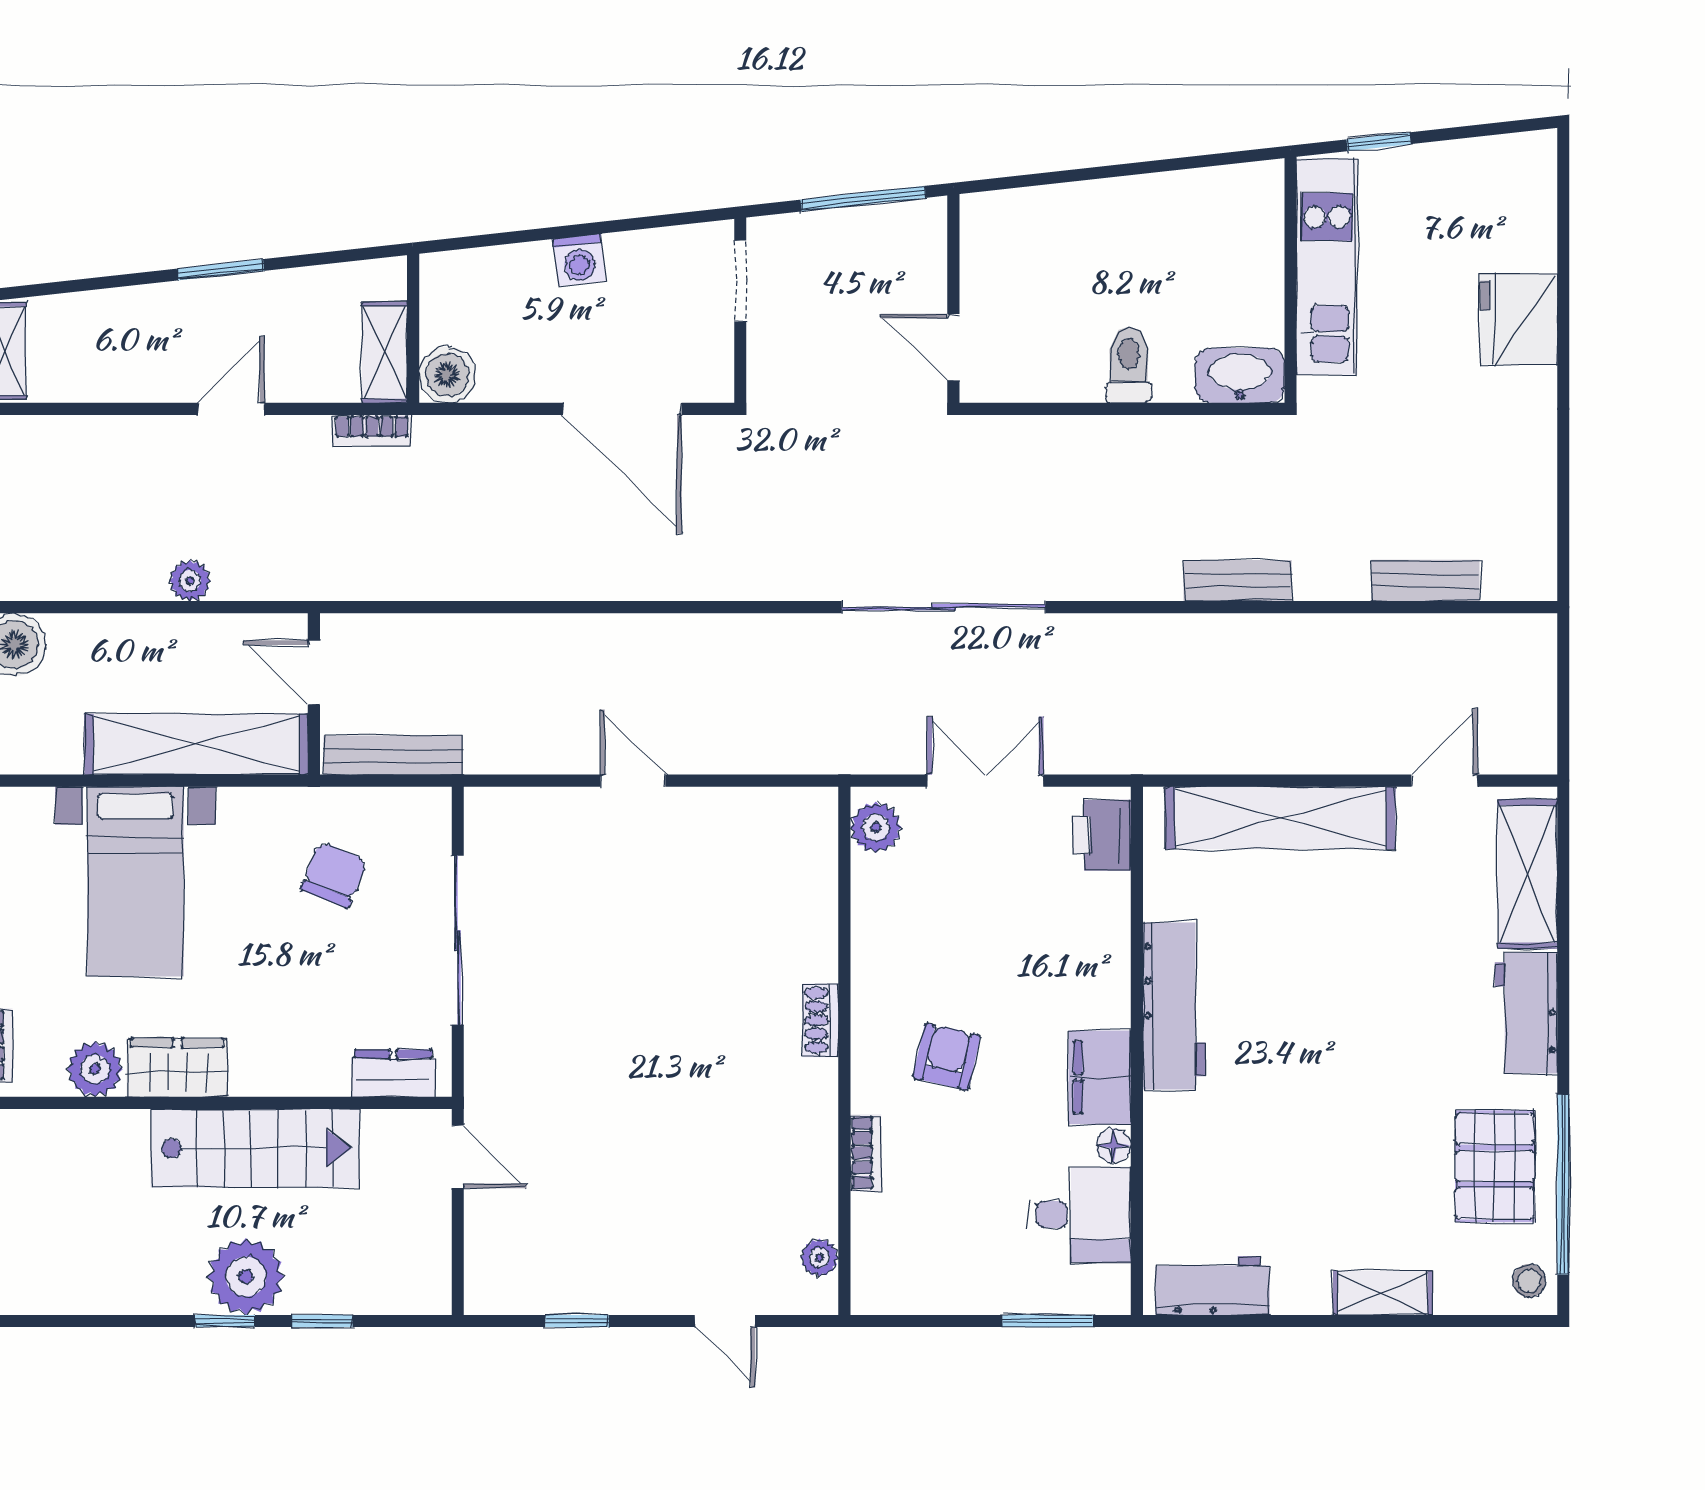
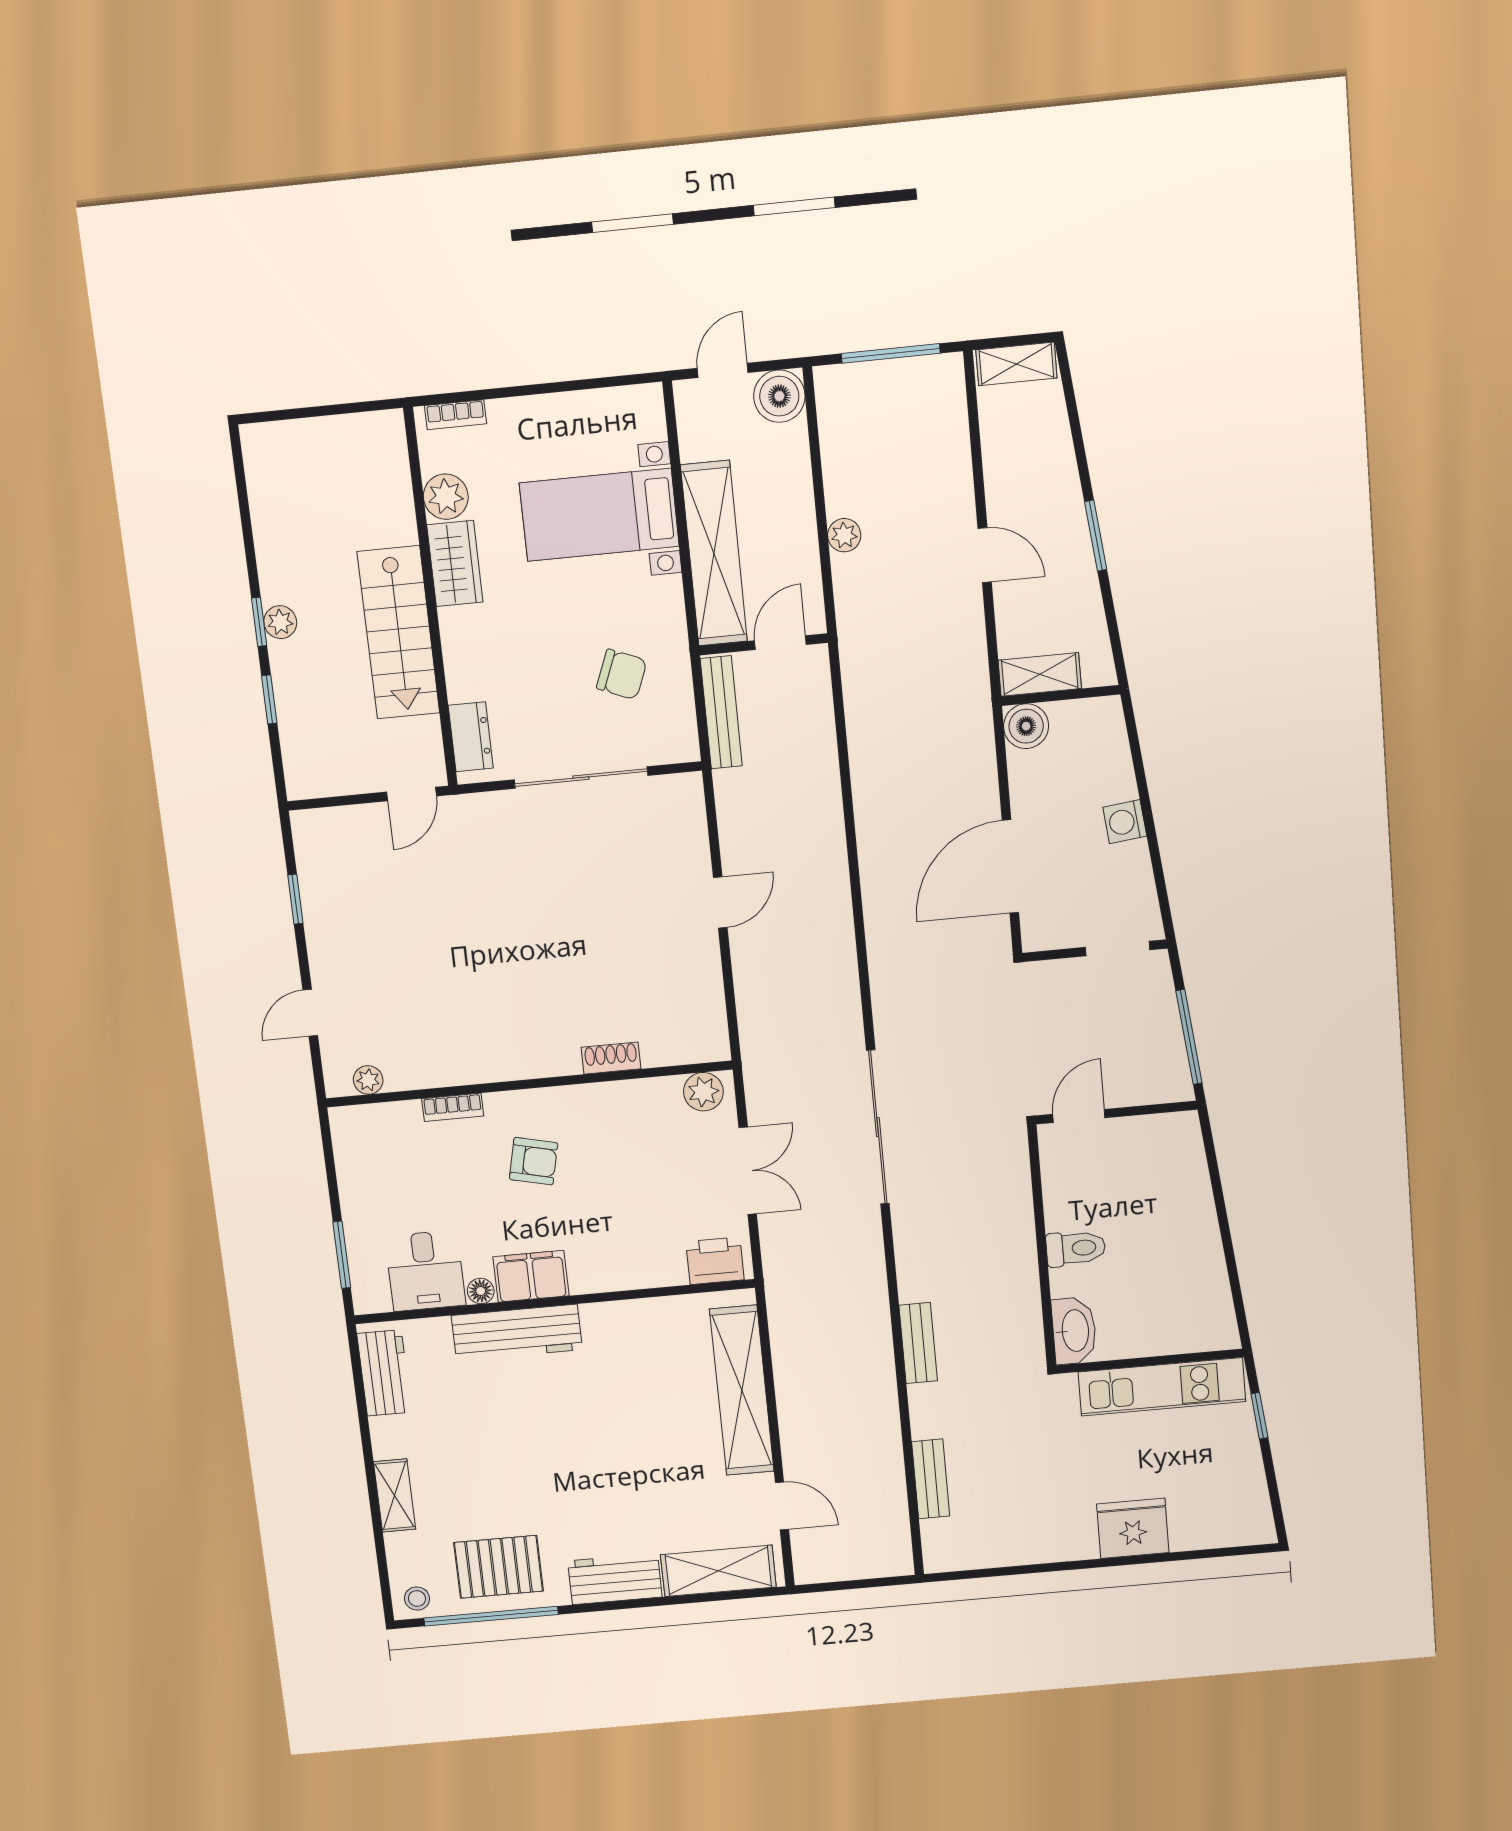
bookcase: (372, 430) -> (977, 670), removed
workbench: (1174, 1006) -> (517, 1333), moved
shoe rack: (821, 1020) -> (611, 1058), moved
plant: (246, 1277) -> (280, 622), width x0.53, depth x0.53

